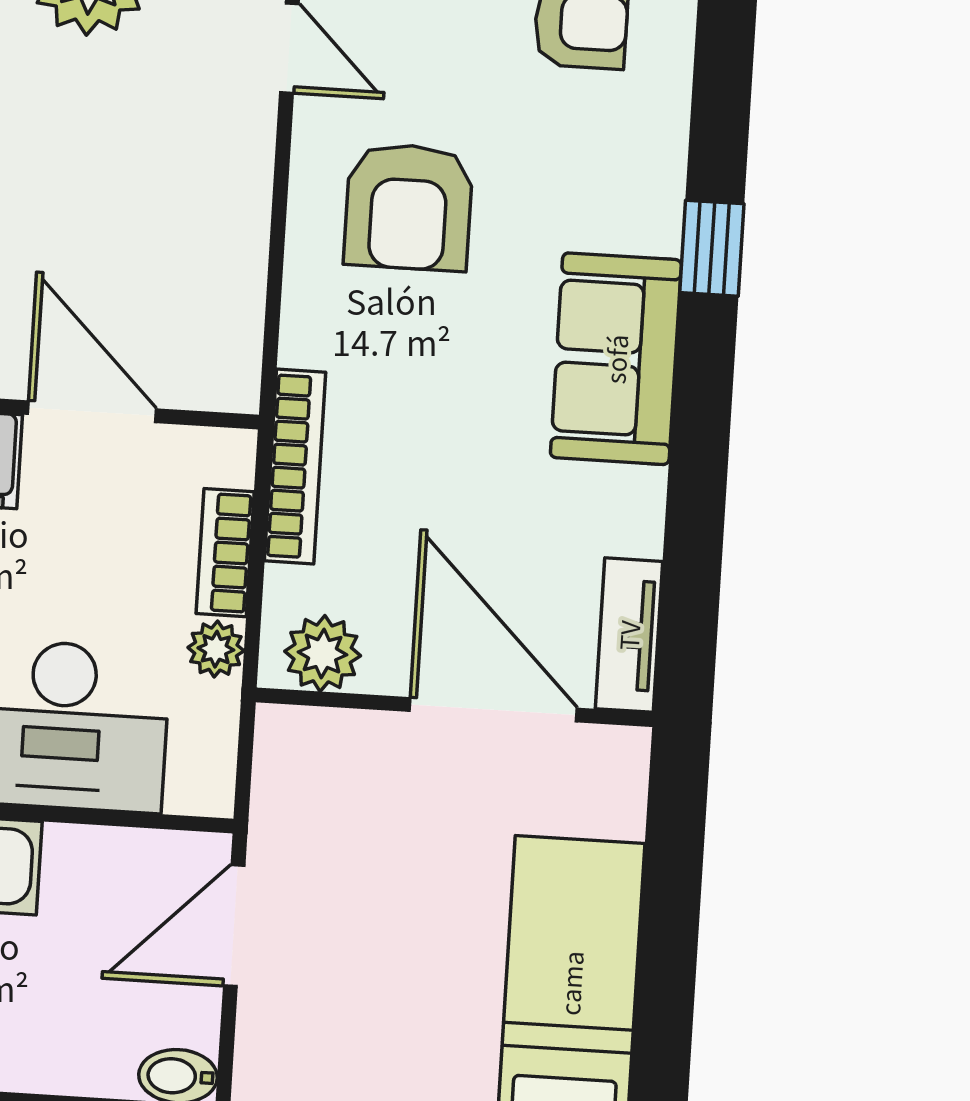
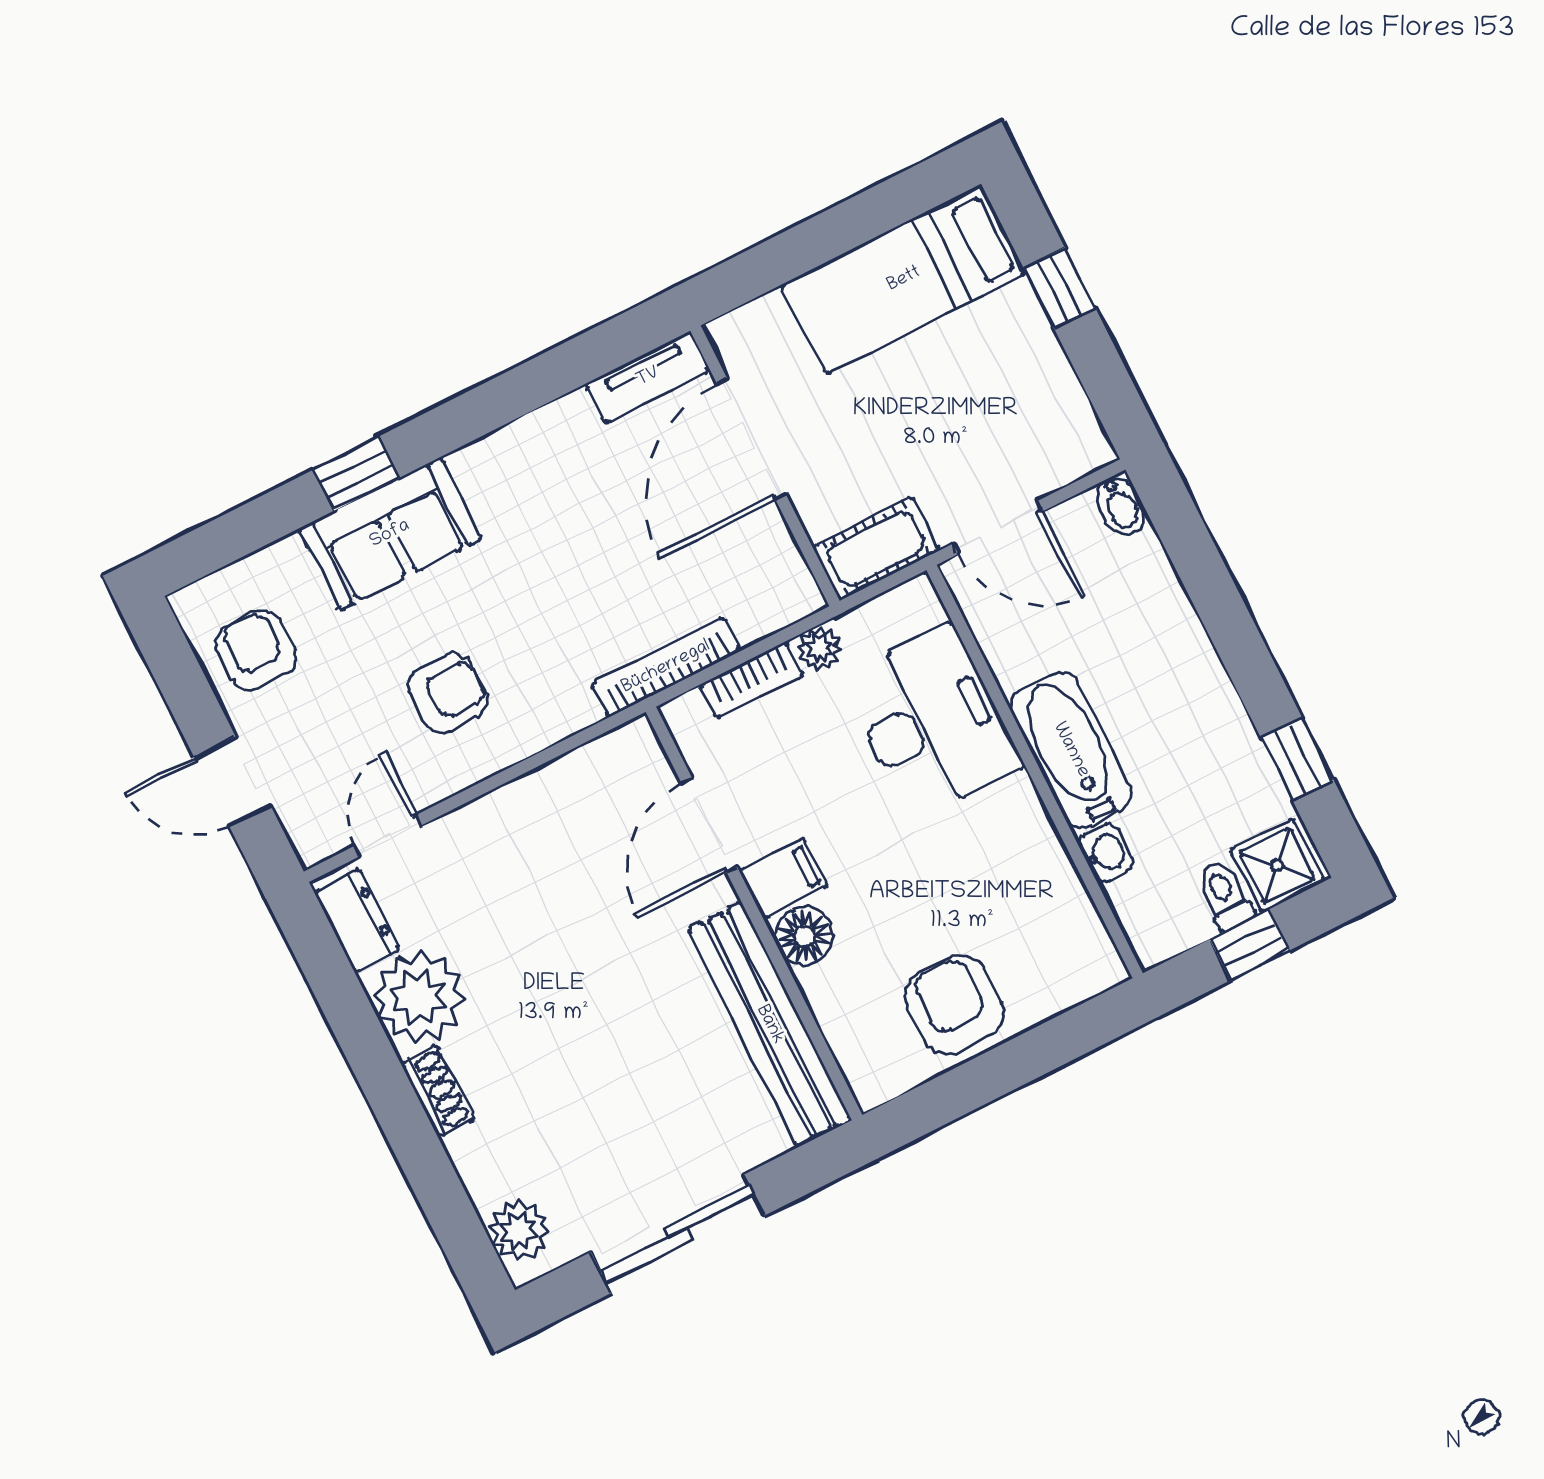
armchair: (408, 207) -> (448, 693), width x0.72, depth x0.72
sofa: (616, 359) -> (390, 534), moved
plant: (323, 653) -> (781, 575), removed
cot: (290, 777) -> (876, 549), added

